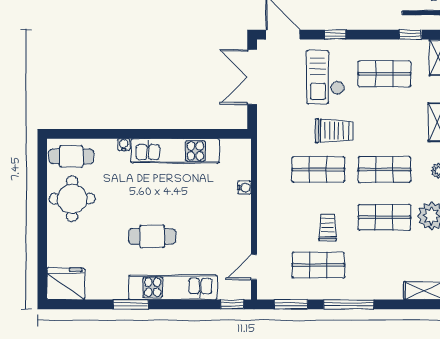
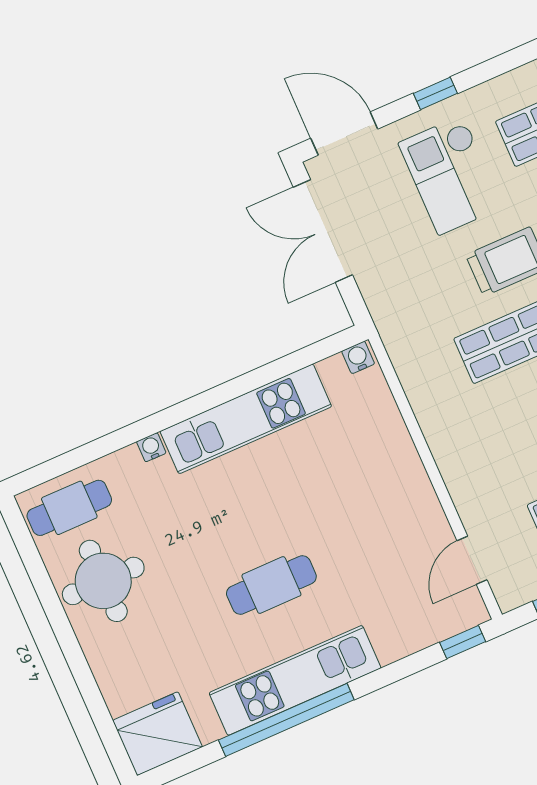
water cooler: (244, 188) -> (358, 357), moved, turned -90
kitchen unit: (173, 287) -> (295, 680), moved
window: (131, 304) -> (286, 720), width x2.11

